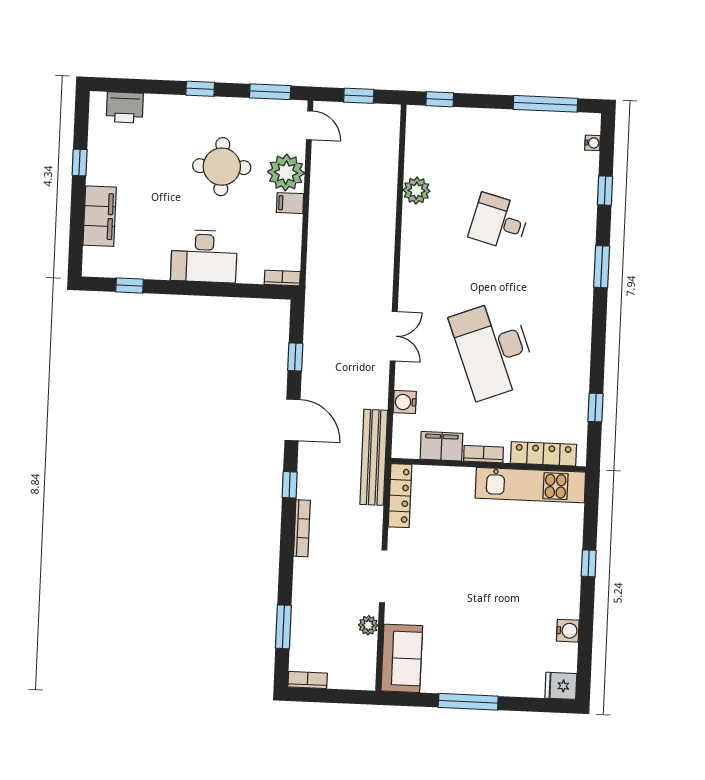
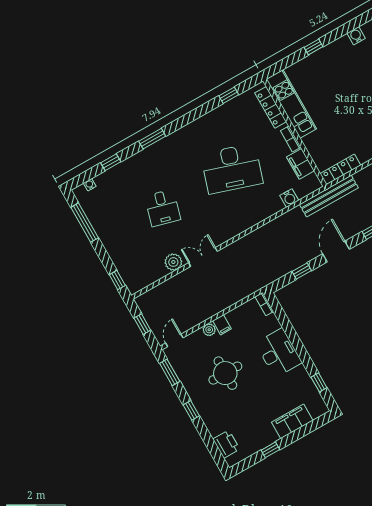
plant: (286, 173) -> (209, 330), width x0.53, depth x0.53
double door: (394, 336) -> (203, 257), moved
desk: (493, 349) -> (232, 169), turned 39

